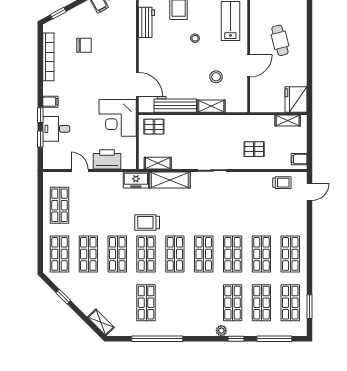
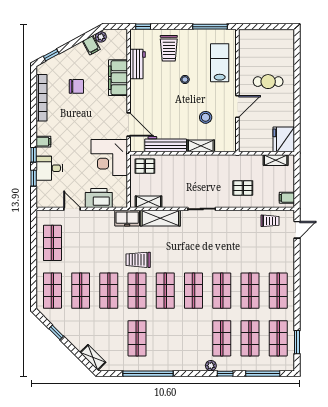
filing cabinet: (127, 36) -> (118, 78), added
cafe table: (280, 40) -> (268, 82), turned -76

